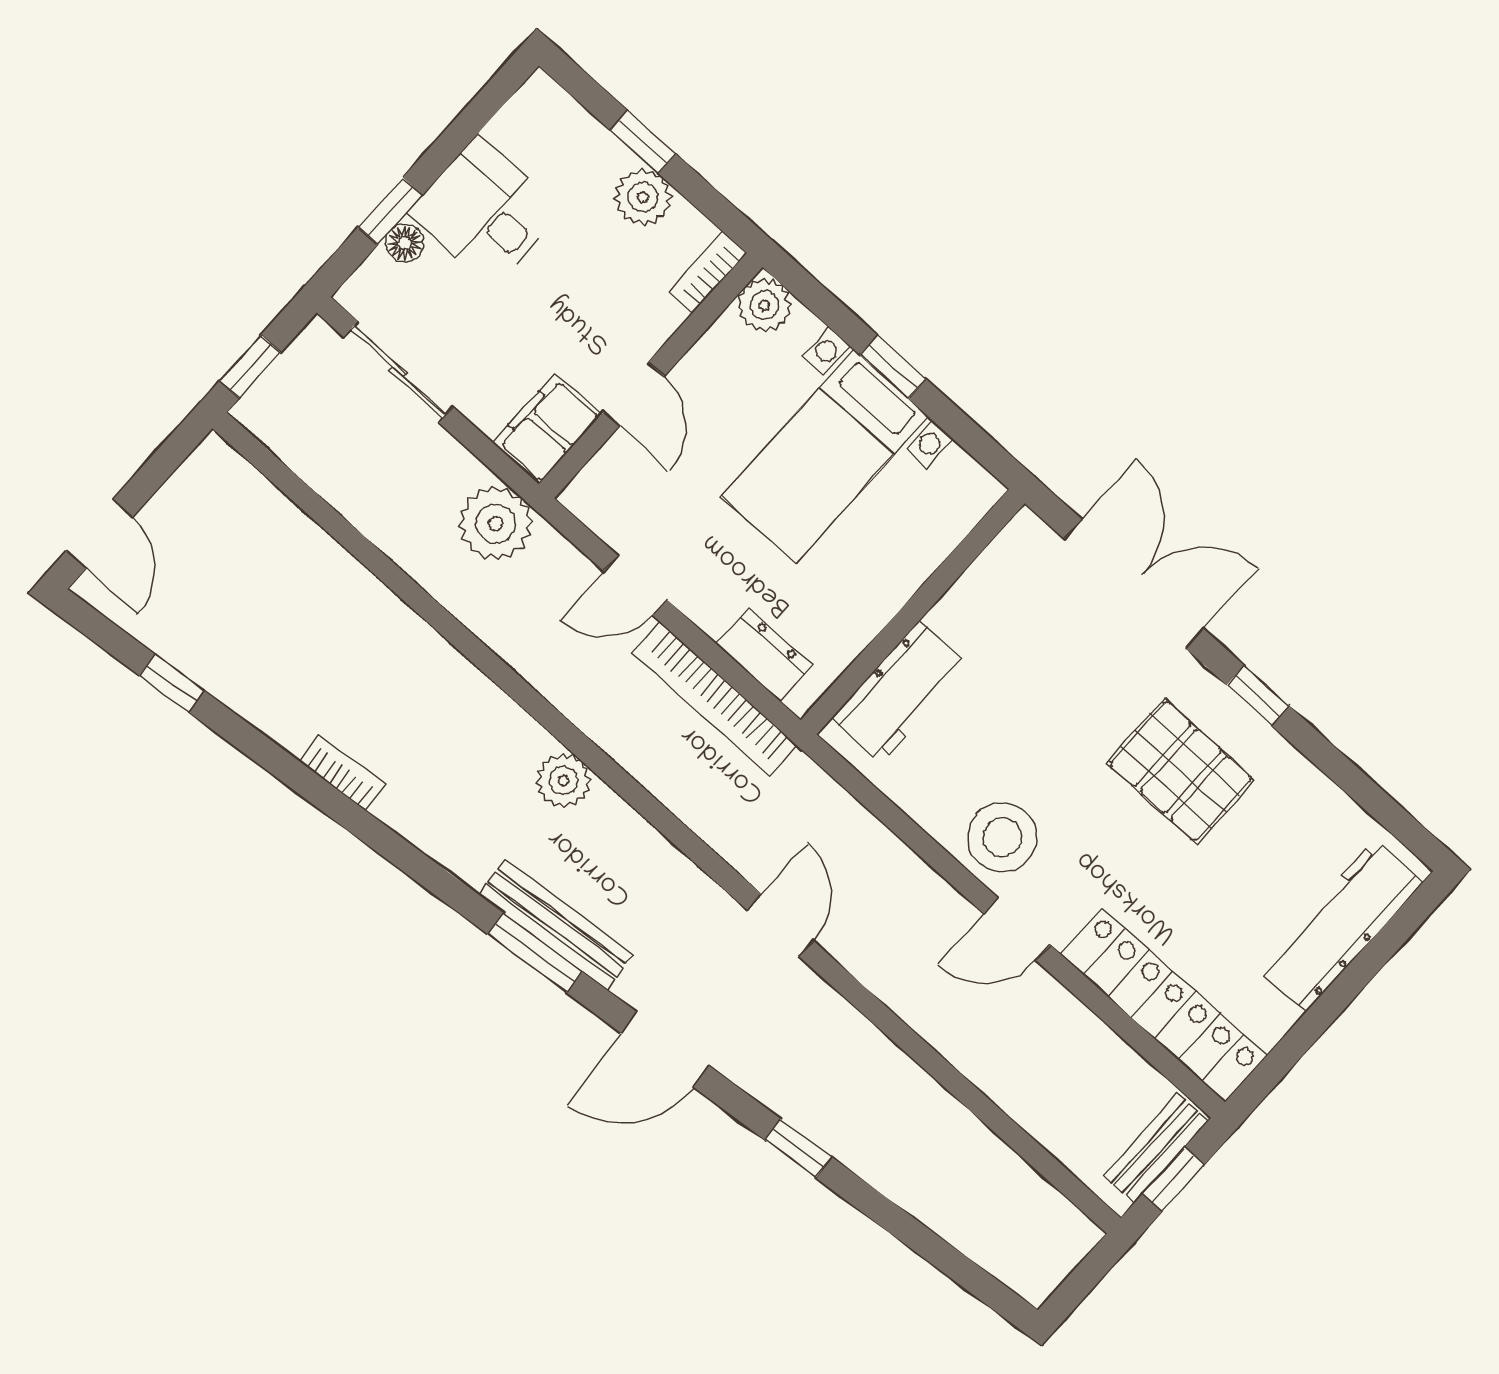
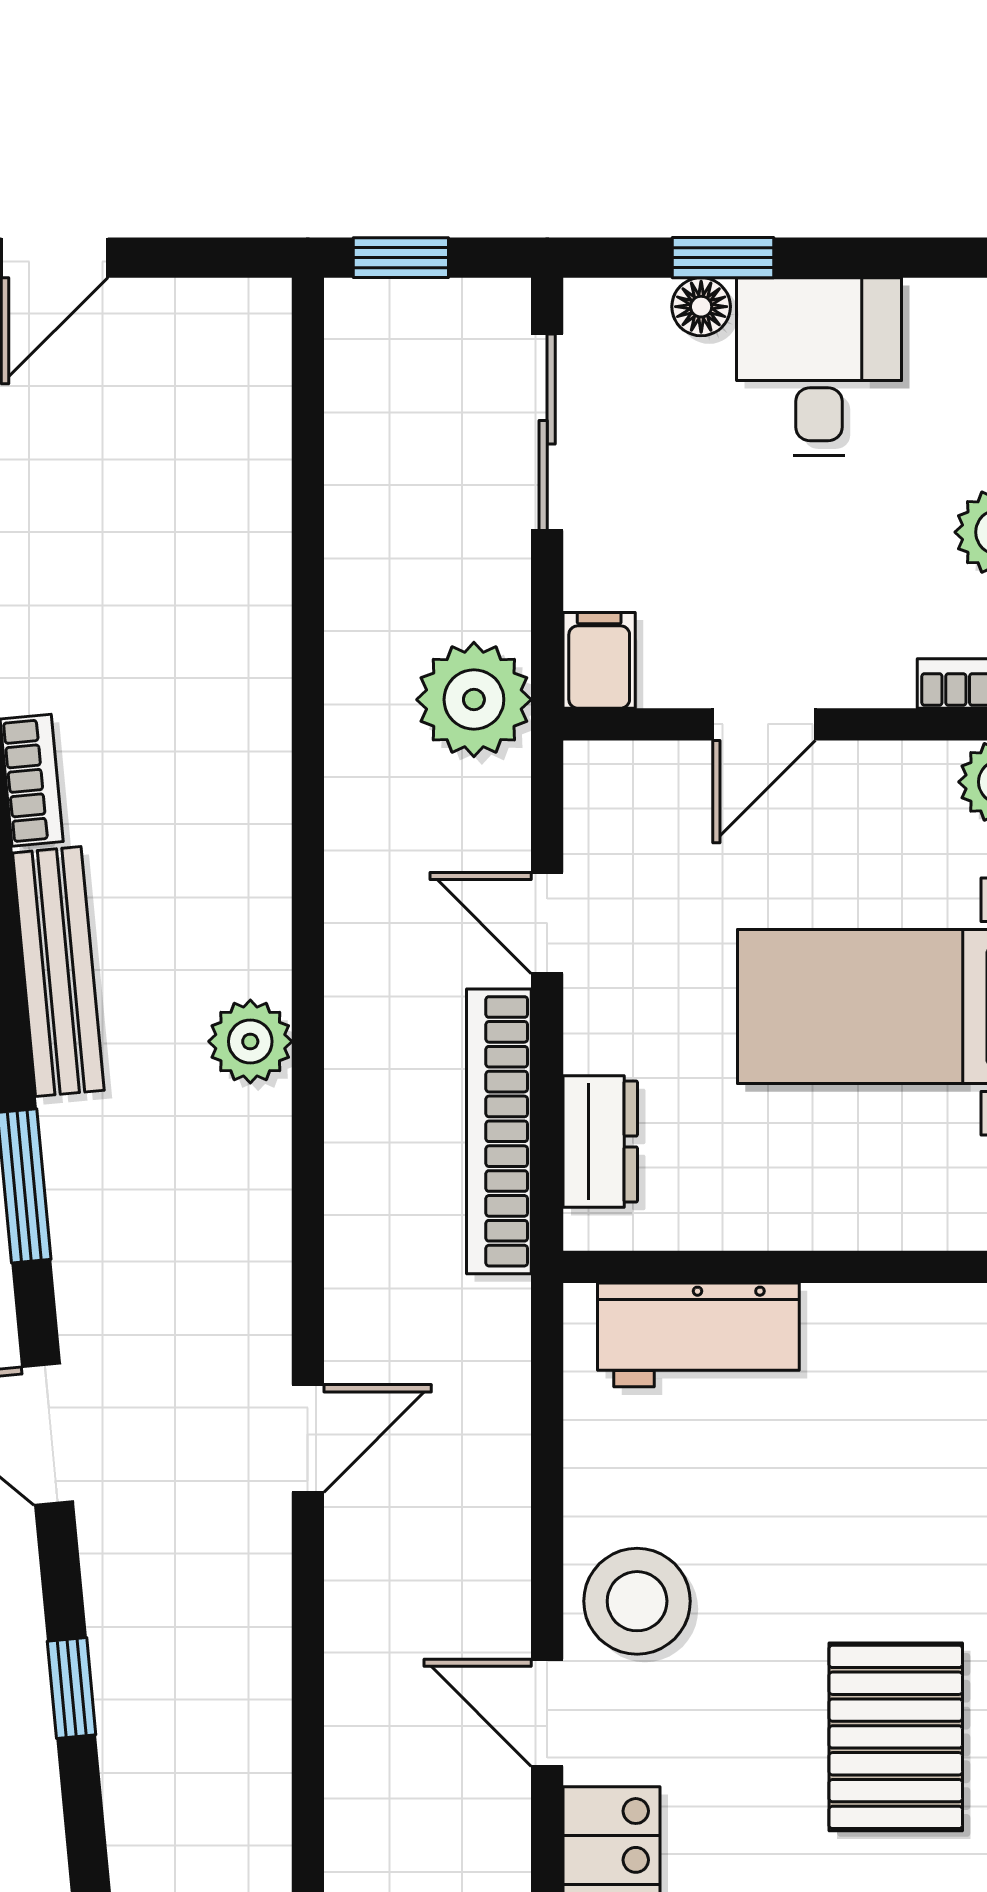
filing cabinet: (547, 429) -> (599, 660), width x0.50
bench: (556, 925) -> (58, 972), moved

